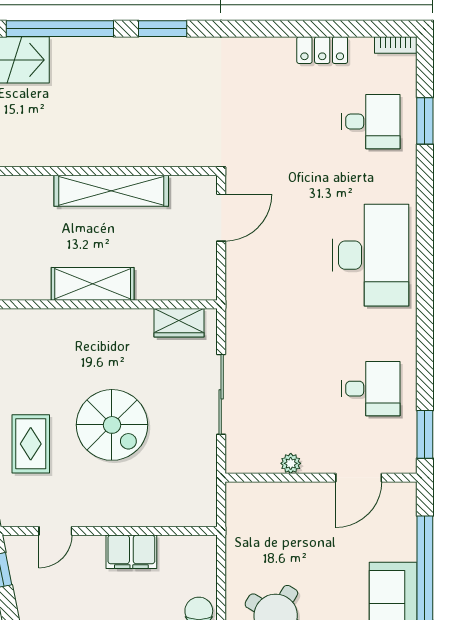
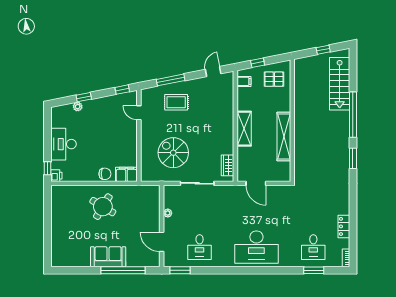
door: (221, 218) -> (256, 183), moved
spiral stairs: (112, 425) -> (173, 153), moved, turned 90
filing cabinet: (131, 552) -> (126, 174), moved, turned 90

